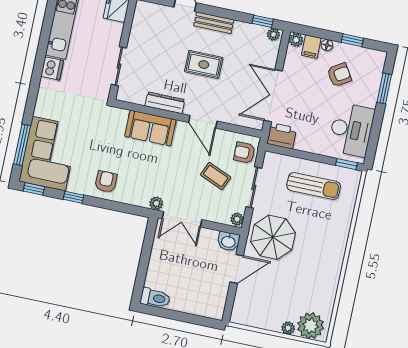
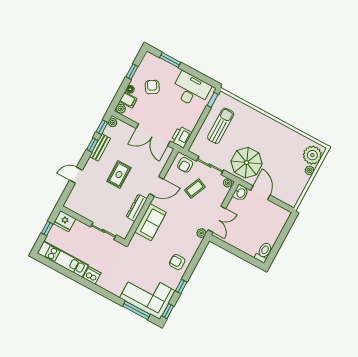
window: (234, 15) -> (92, 145), added
bench: (214, 23) -> (100, 147), moved

